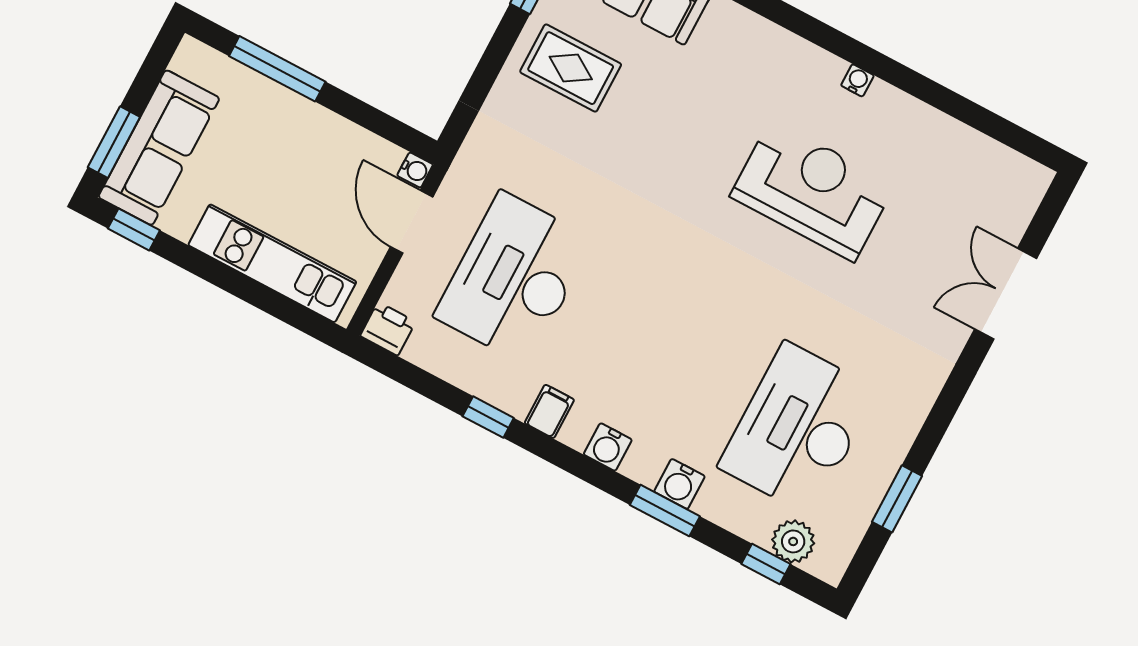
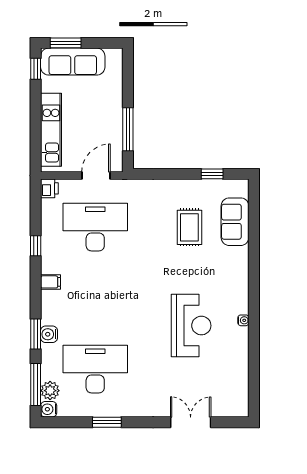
rug: (571, 68) -> (189, 227), moved
window: (277, 69) -> (128, 129), moved
water cooler: (415, 170) -> (117, 166), removed
filing cabinet: (549, 411) -> (50, 282), moved
water cooler: (608, 447) -> (49, 409), moved
window: (897, 499) -> (107, 422), moved
window: (766, 564) -> (36, 385), width x2.17

